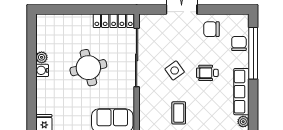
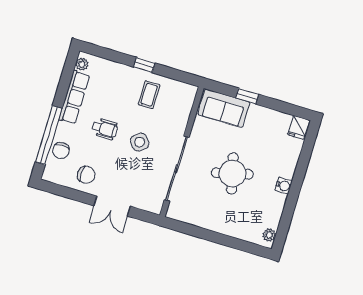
locker: (114, 21) -> (190, 216), removed
plant: (42, 57) -> (269, 235), moved

